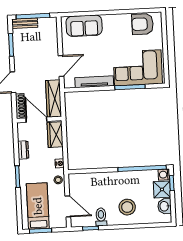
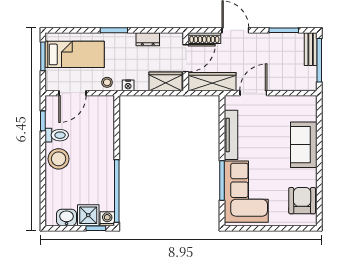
sofa: (84, 26) -> (304, 145), moved
door: (61, 66) -> (253, 93), swing flipped
stool: (127, 207) -> (59, 159), moved

